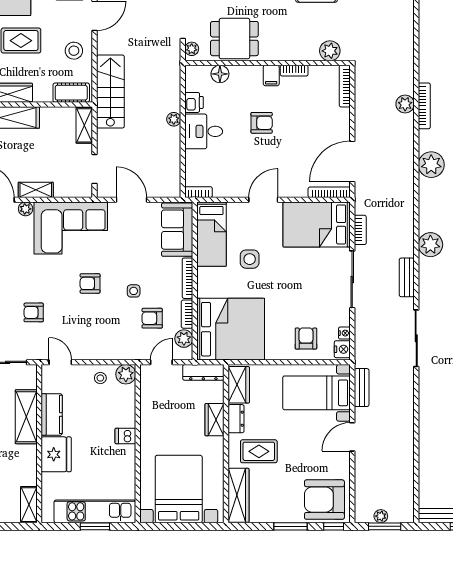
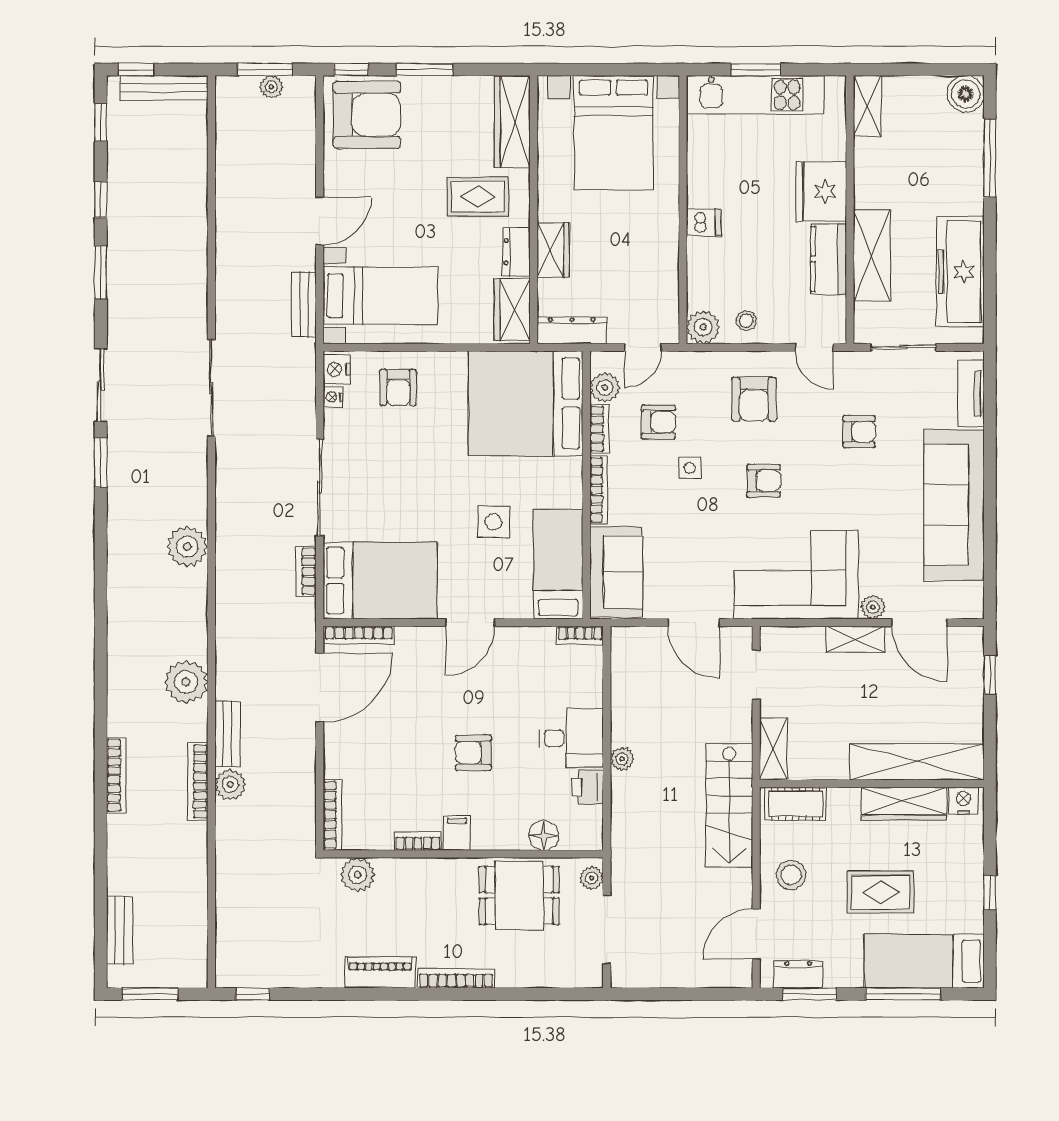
bench: (407, 277) -> (227, 734), moved
armchair: (96, 332) -> (754, 399), added

